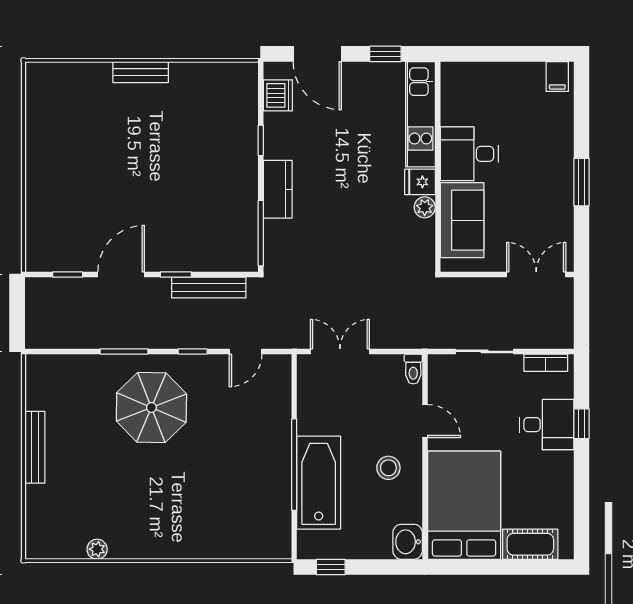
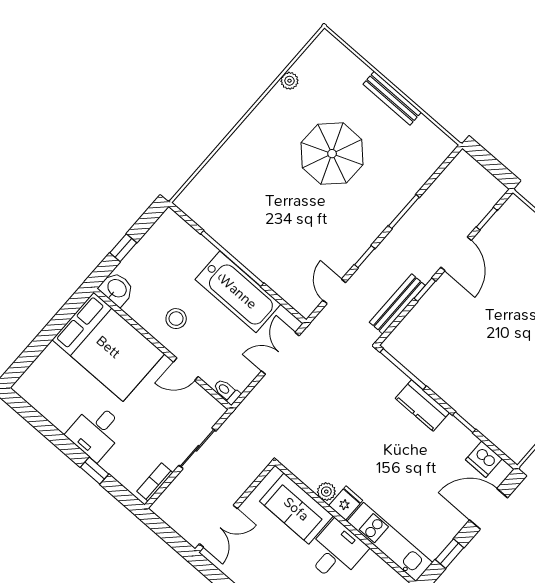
double door: (340, 351) -> (280, 353), swing flipped
parasol: (151, 407) -> (332, 154), moved
desk: (547, 425) -> (96, 431), moved
bathtub: (319, 483) -> (238, 292), moved
cot: (530, 544) -> (45, 368), removed
window: (331, 567) -> (123, 248), moved

